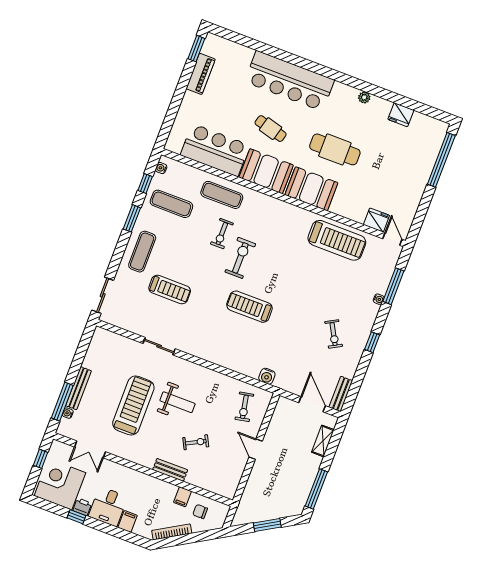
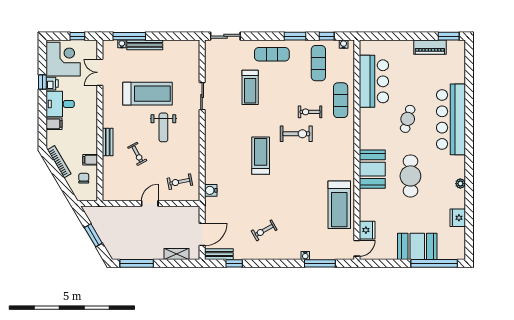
booth: (266, 171) -> (417, 246), moved, turned 90
window: (372, 342) -> (234, 263), moved

